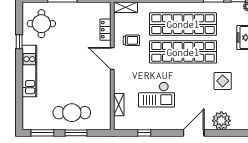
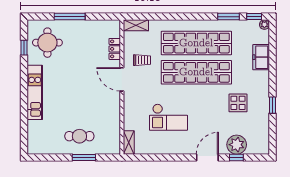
window: (19, 42) -> (24, 48), moved
shelving: (119, 105) -> (129, 142), moved
cafe table: (72, 113) -> (79, 136), width x0.73, depth x0.74
window: (42, 133) -> (48, 157), removed
window: (144, 133) -> (236, 157), moved

